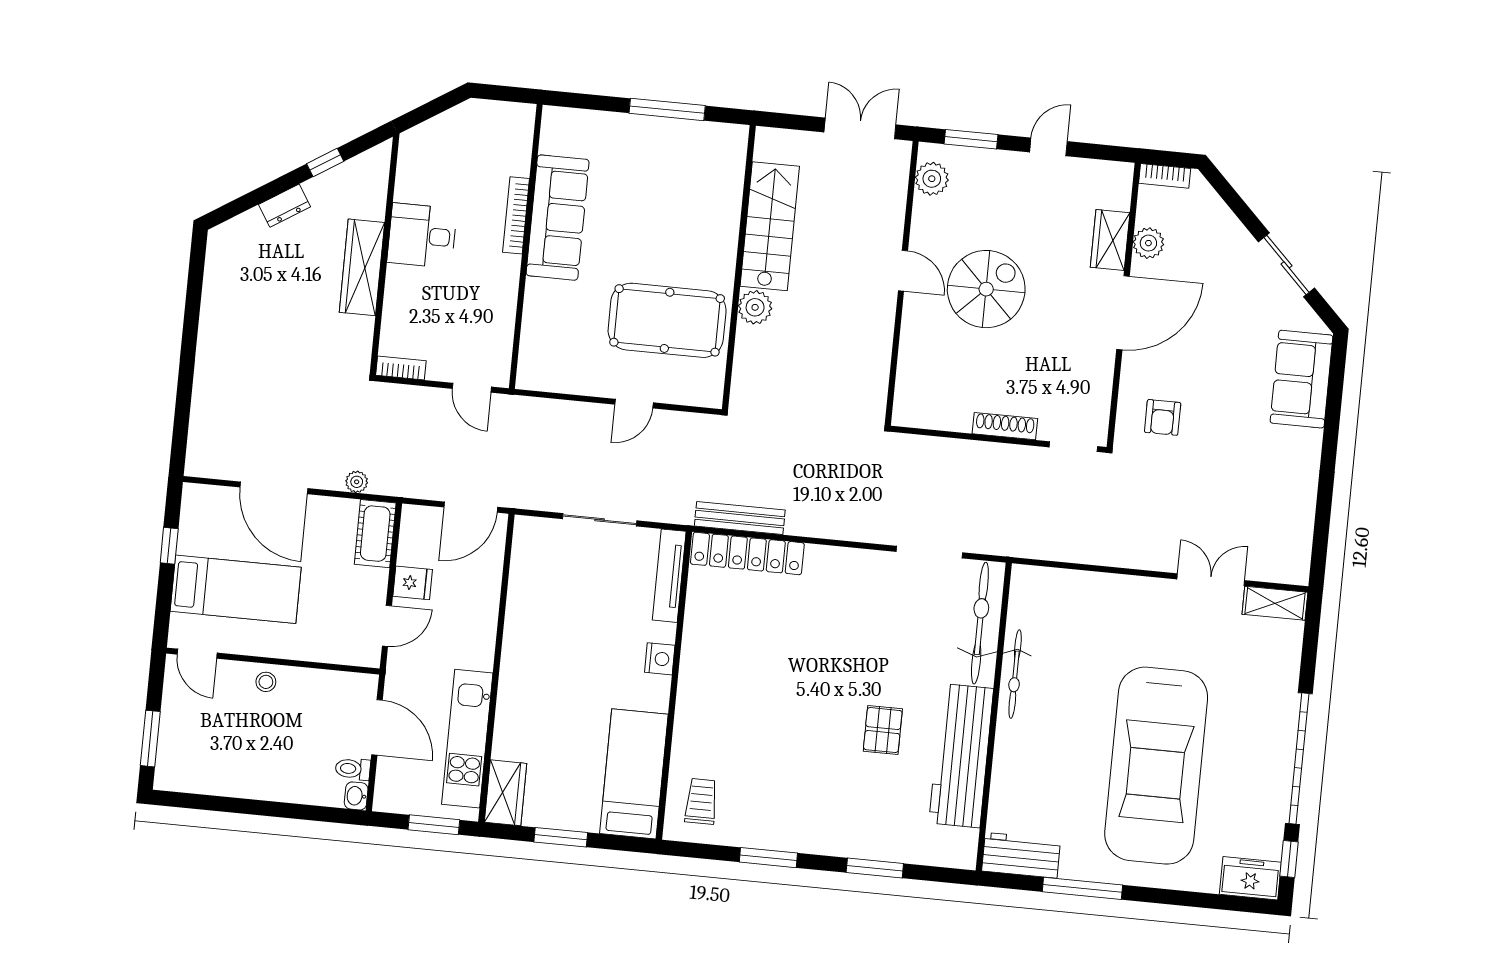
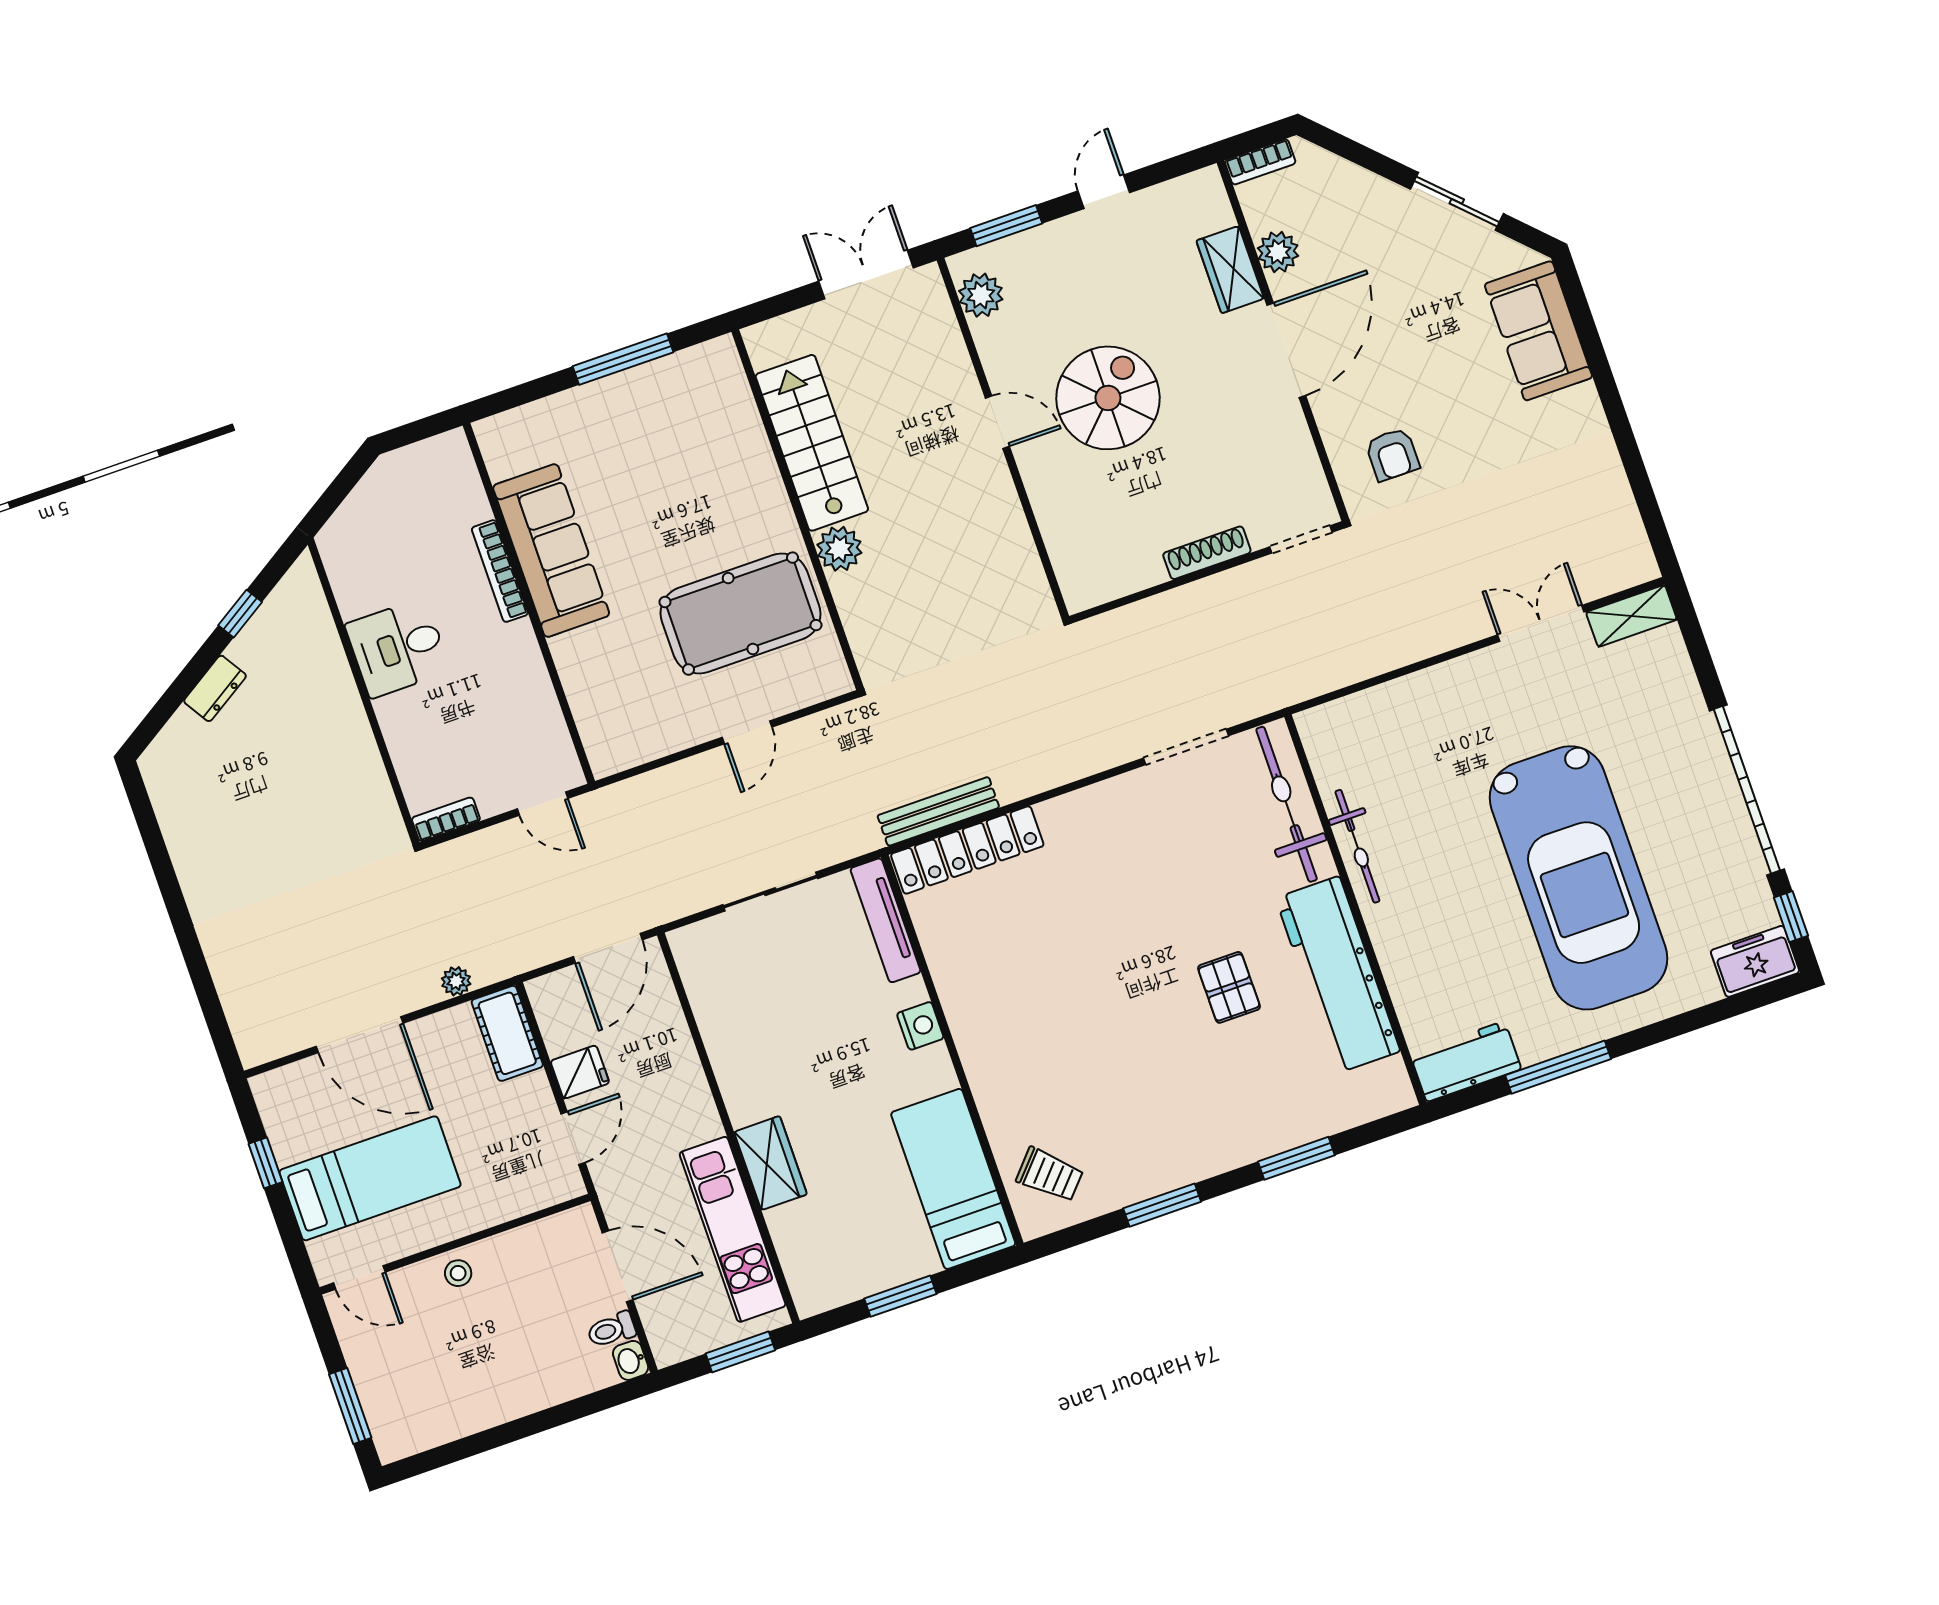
wardrobe: (362, 267) -> (343, 720), removed
wardrobe: (505, 793) -> (770, 1163), moved
trolley: (701, 801) -> (1050, 1175), turned 132

